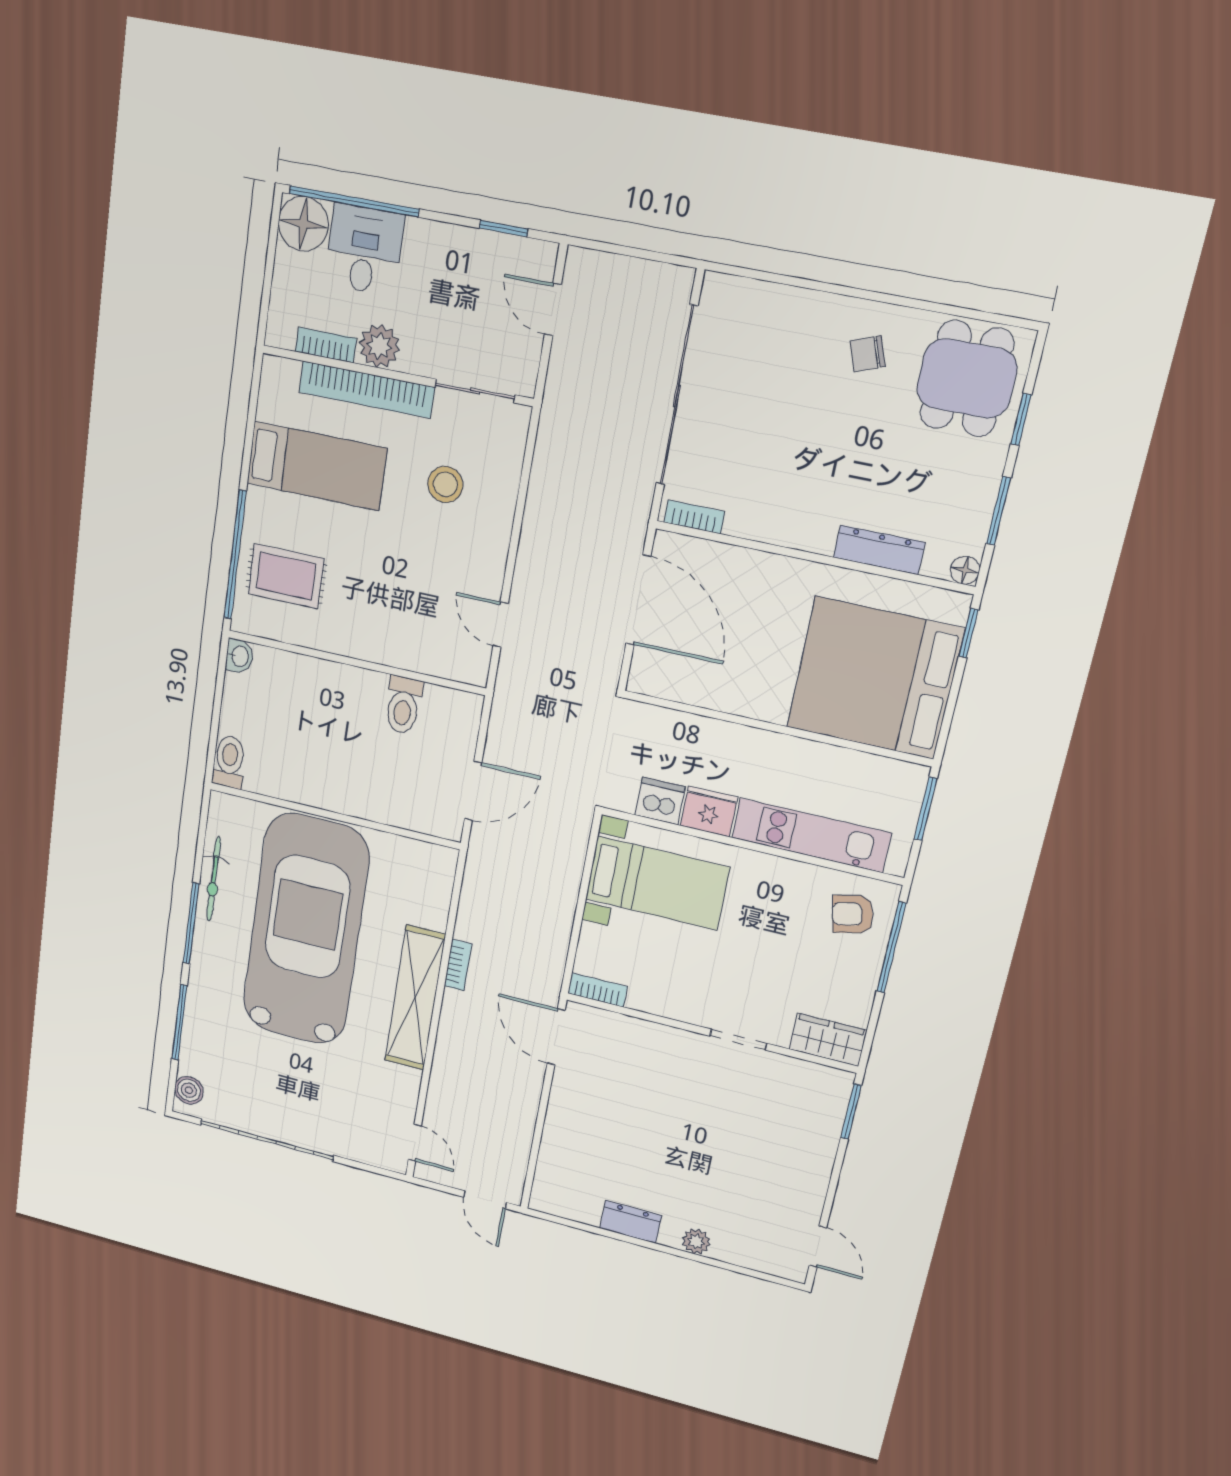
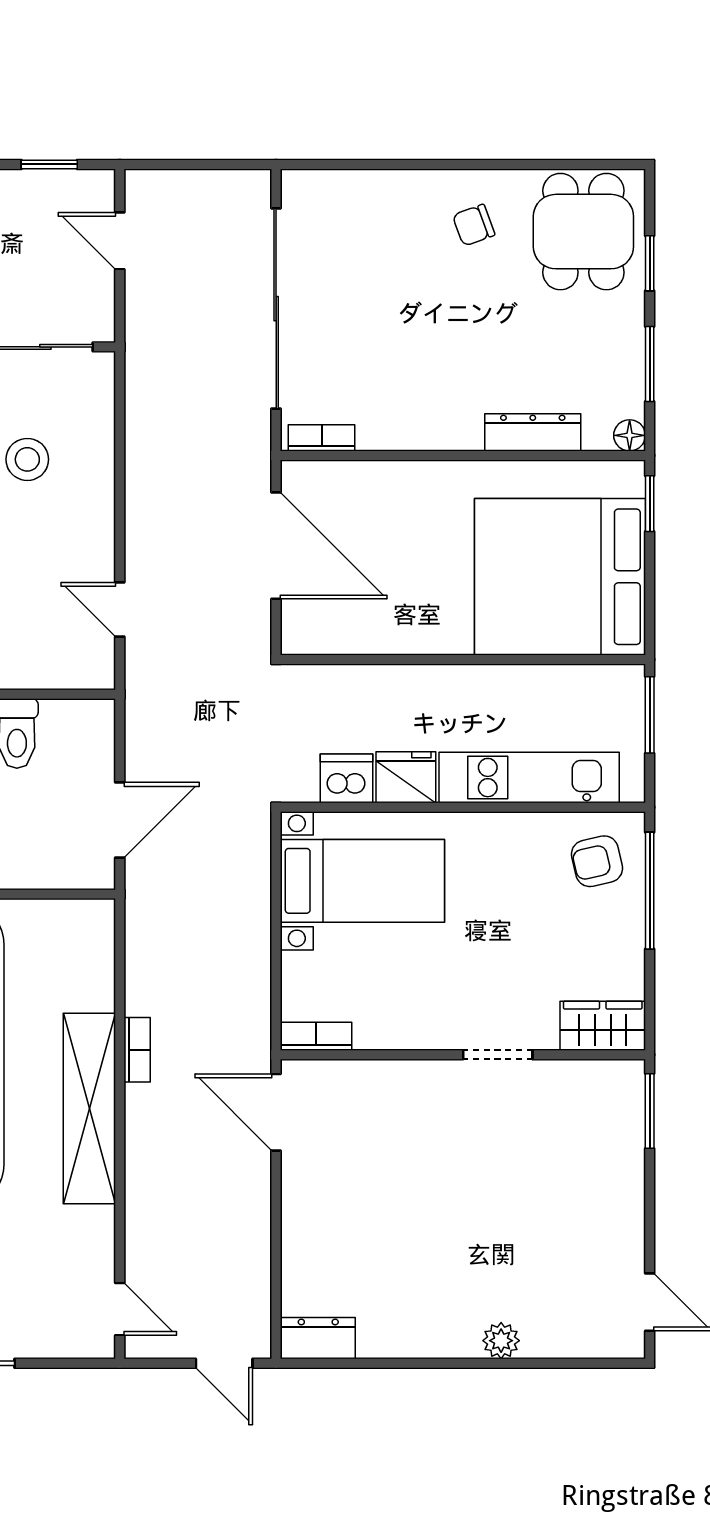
dresser: (631, 1222) -> (318, 1338), moved

